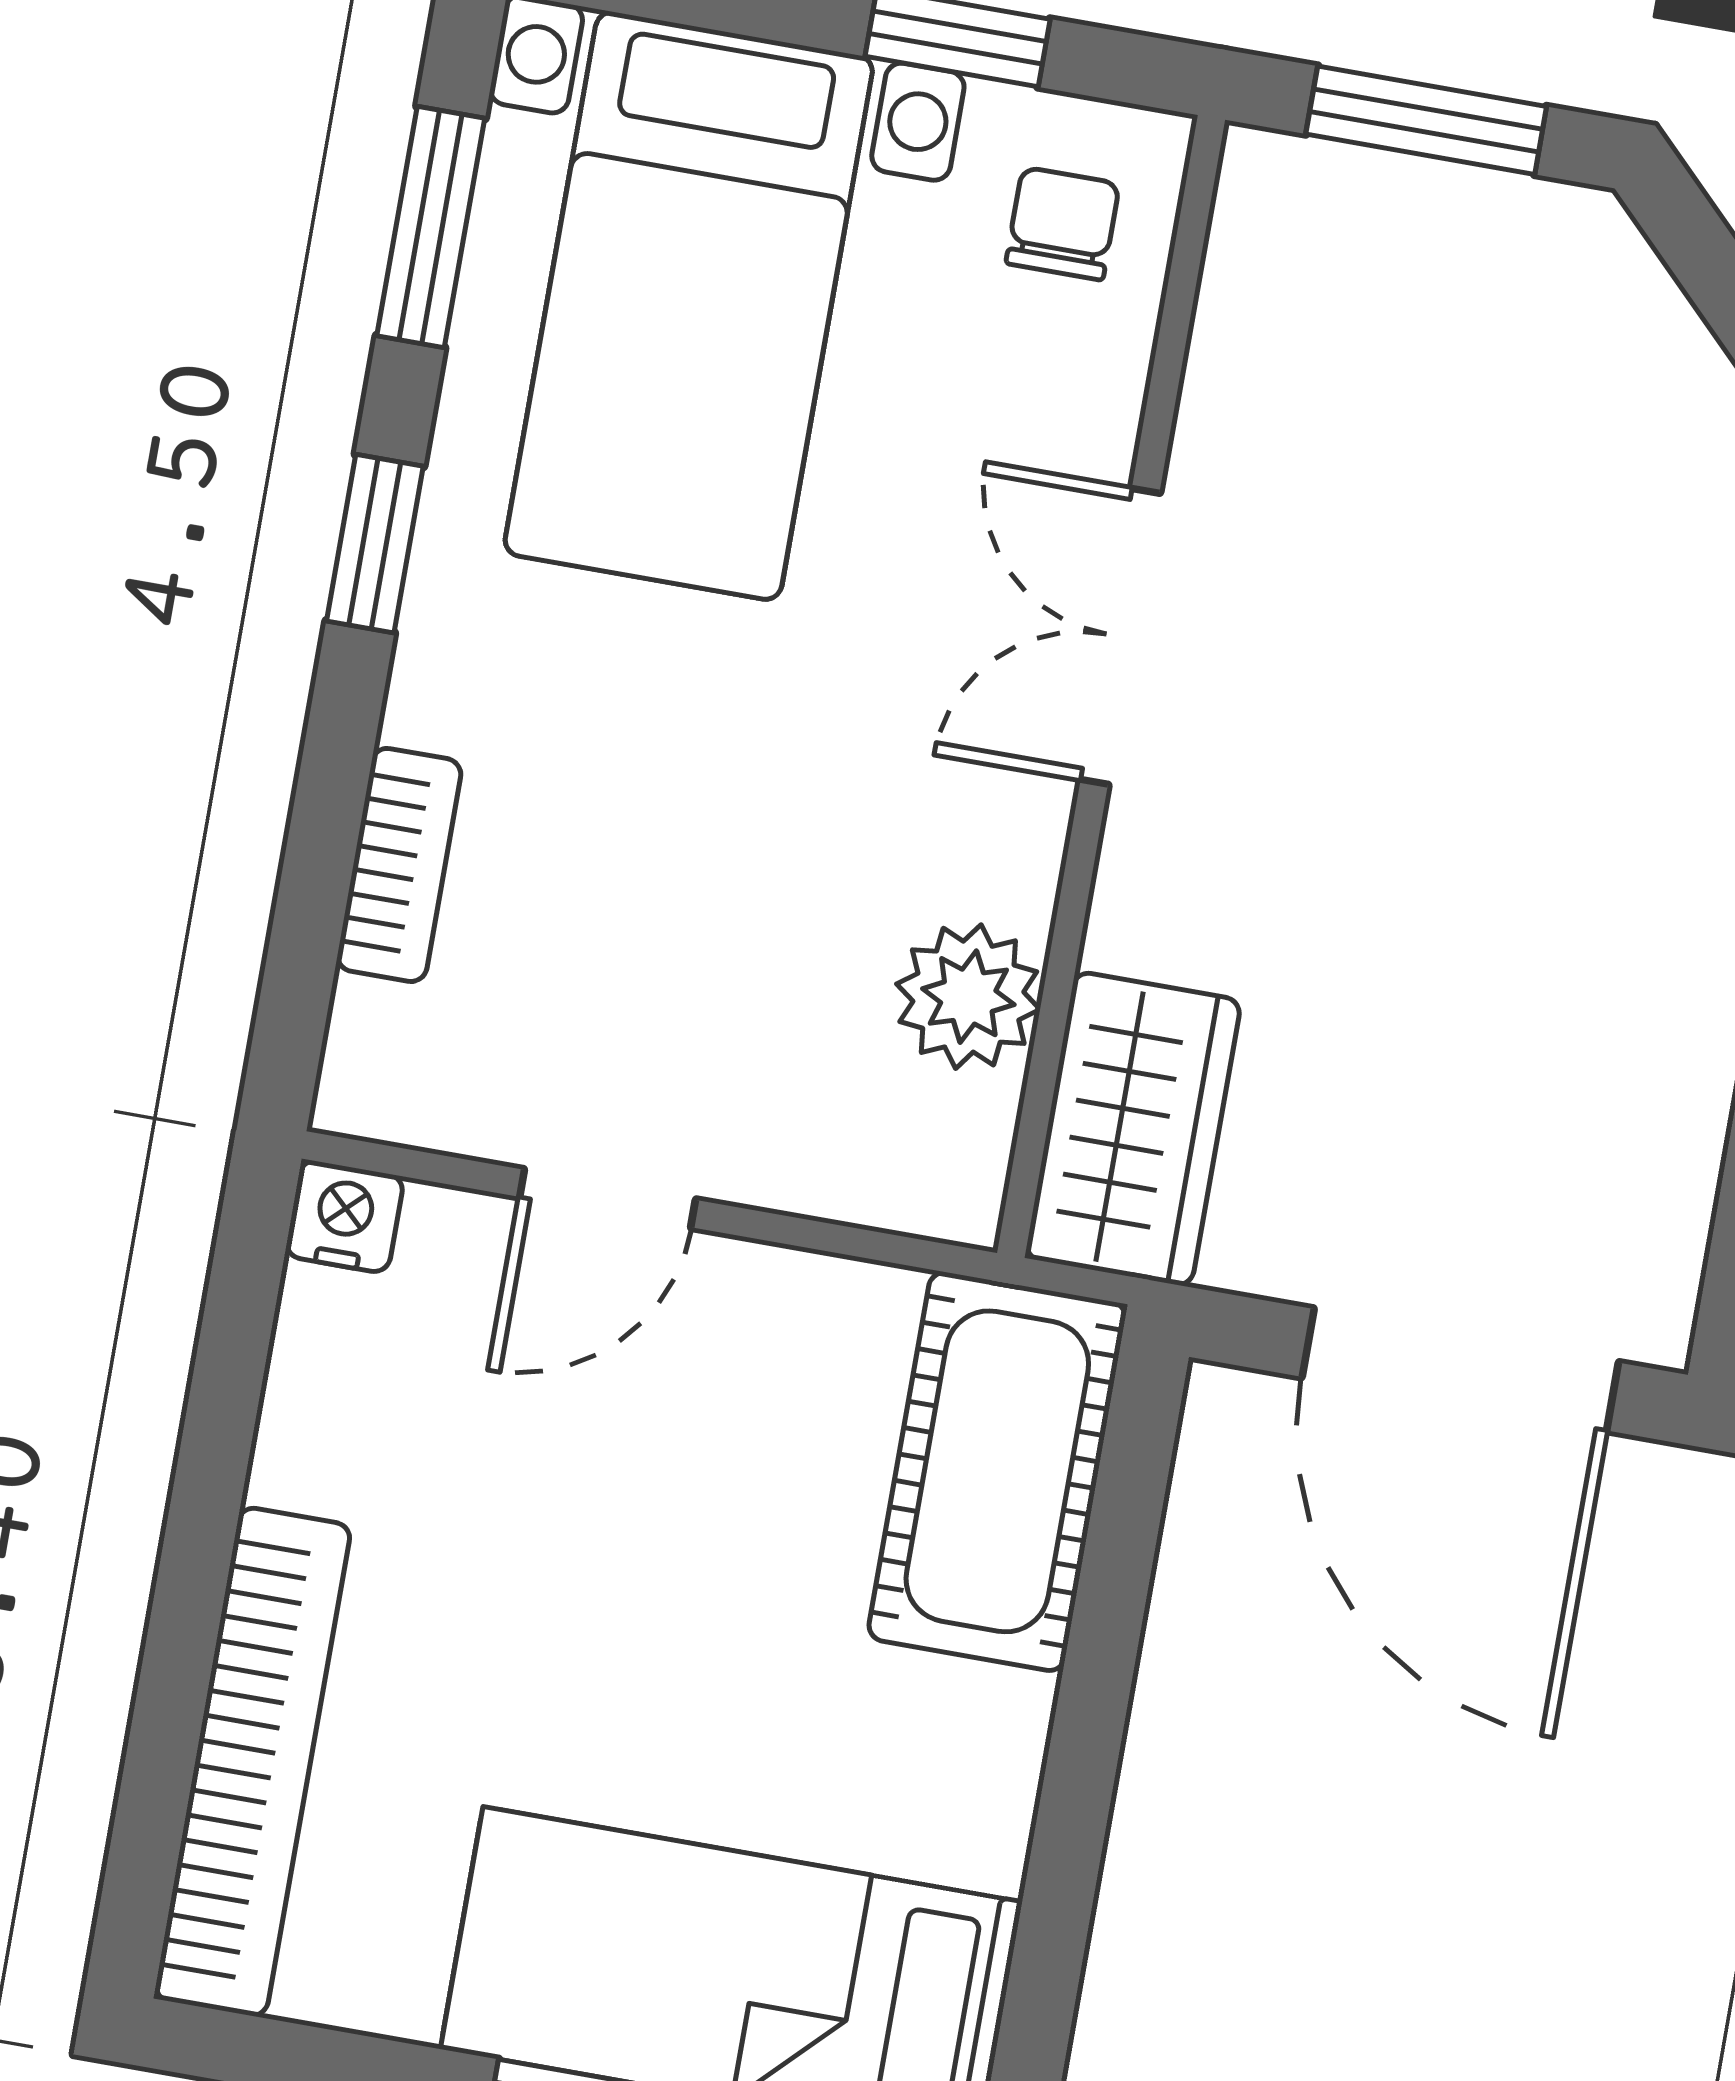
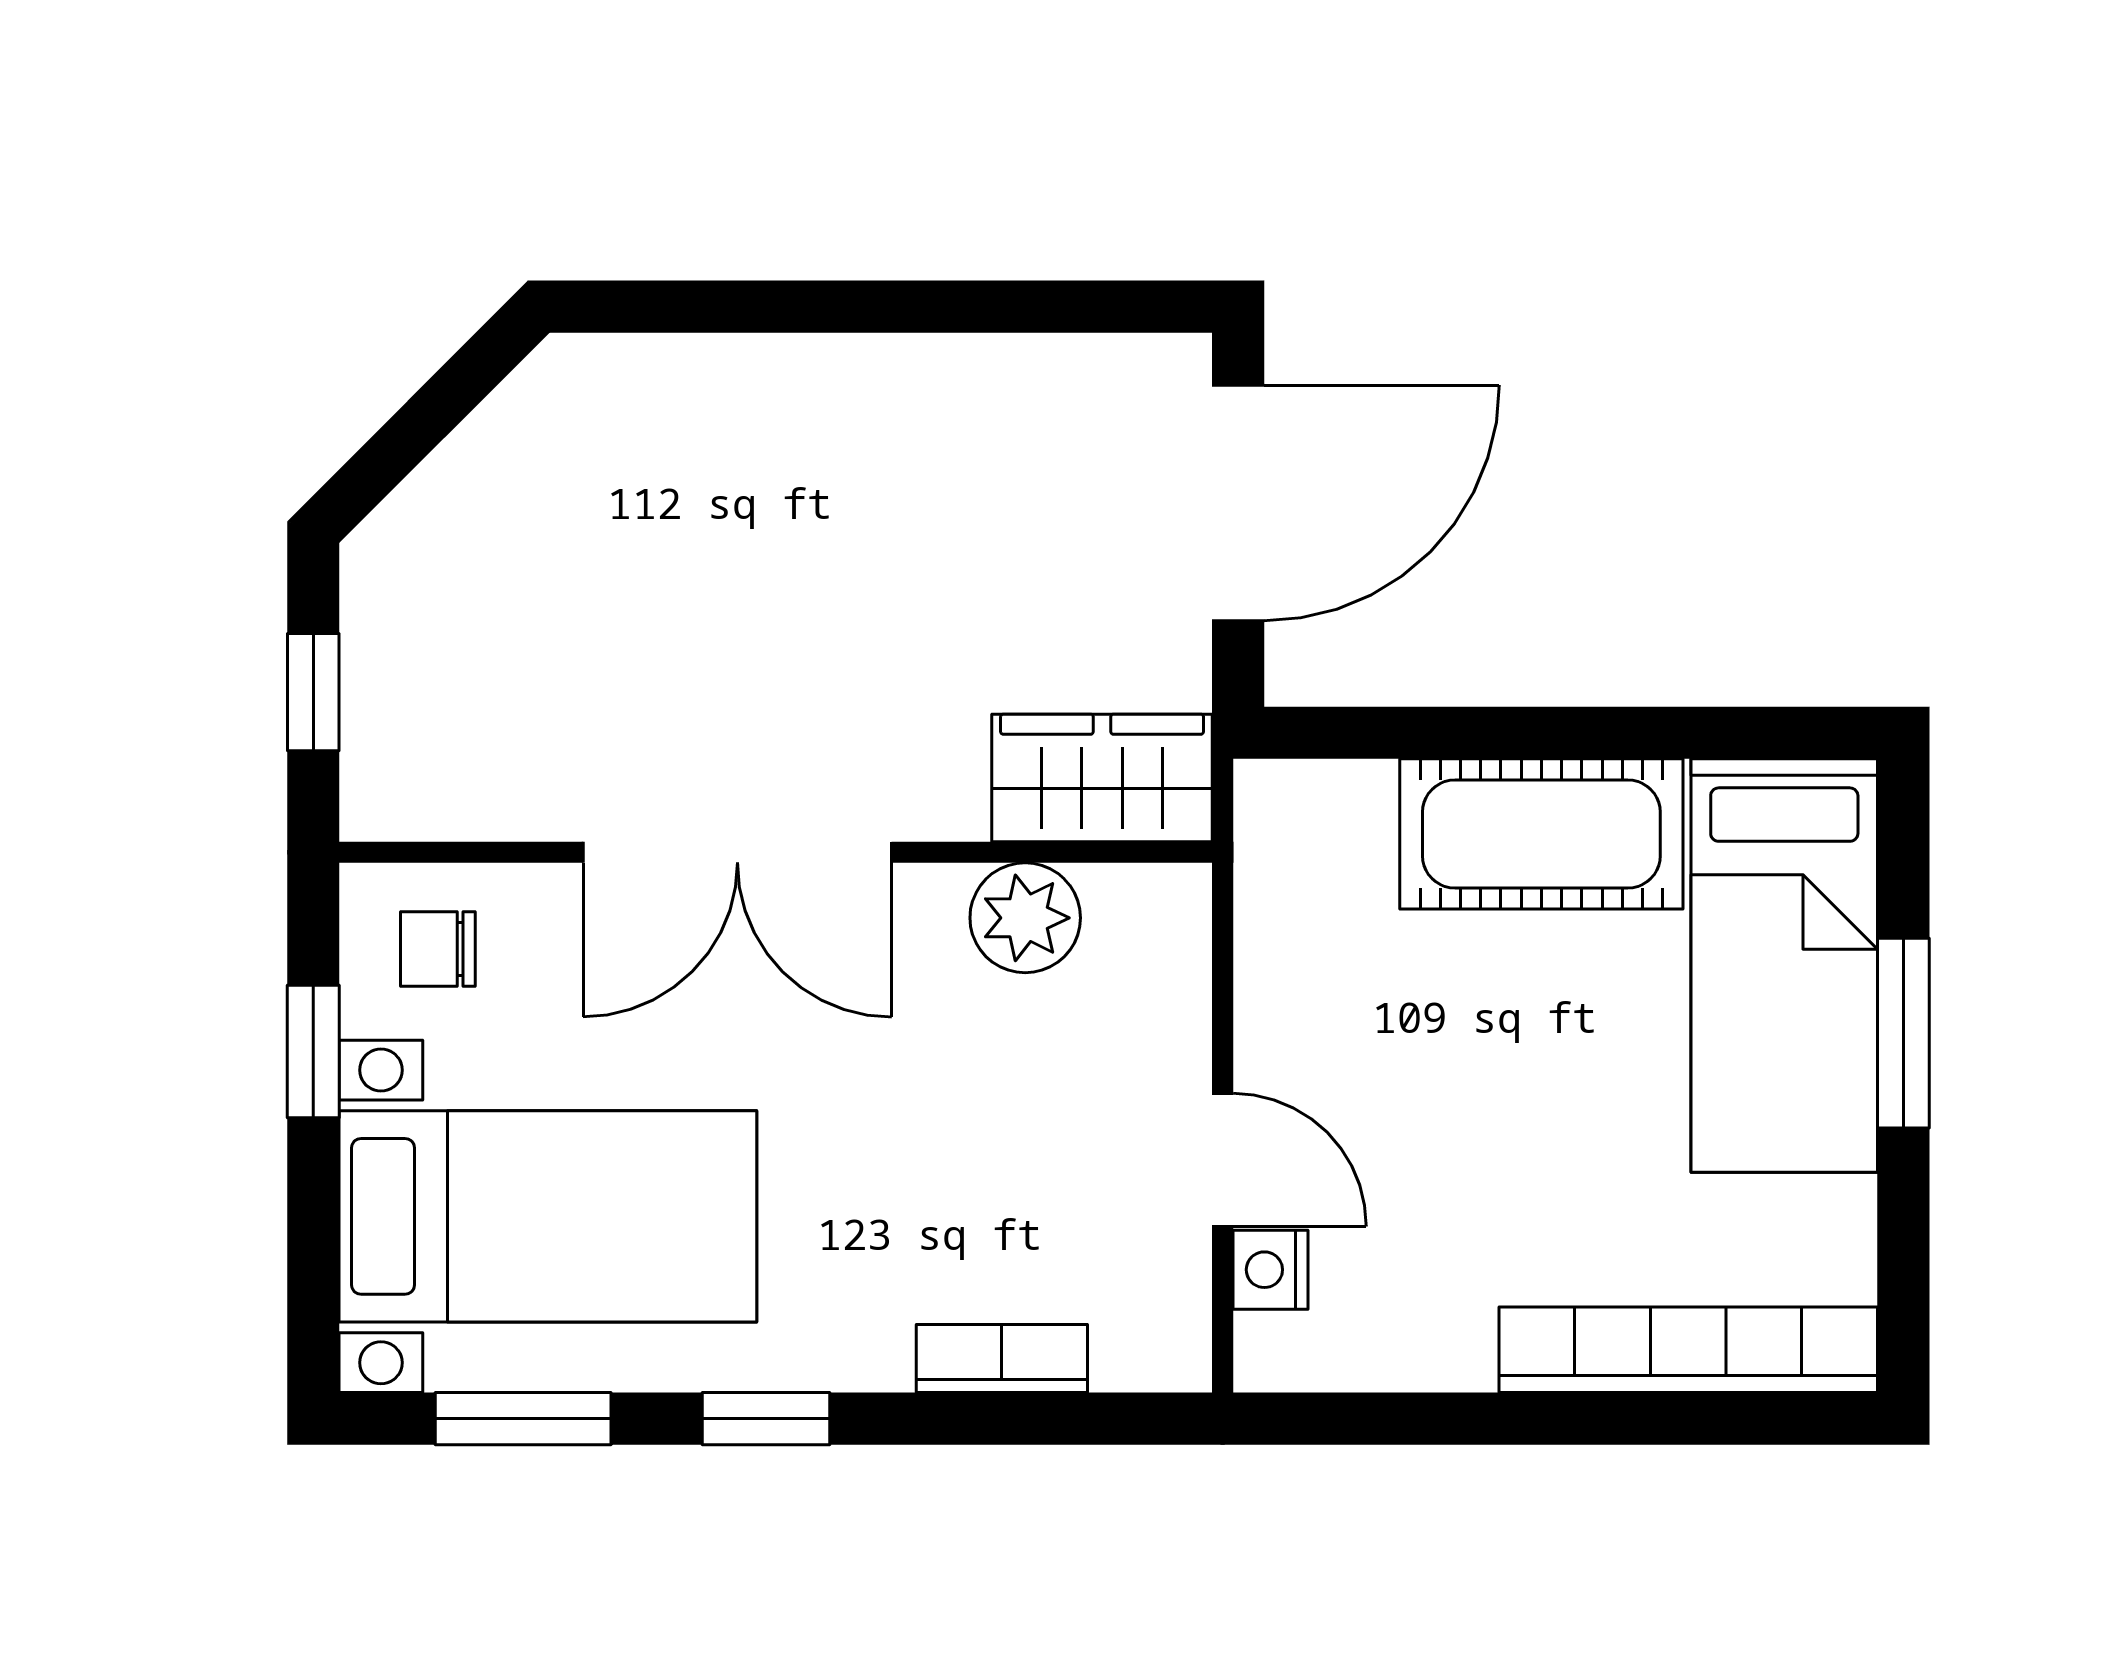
window: (1426, 120) -> (313, 692), width x0.67
double door: (1120, 636) -> (737, 852), width x1.37
nightstand: (344, 1216) -> (1270, 1270), moved
cot: (997, 1471) -> (1541, 834), moved

